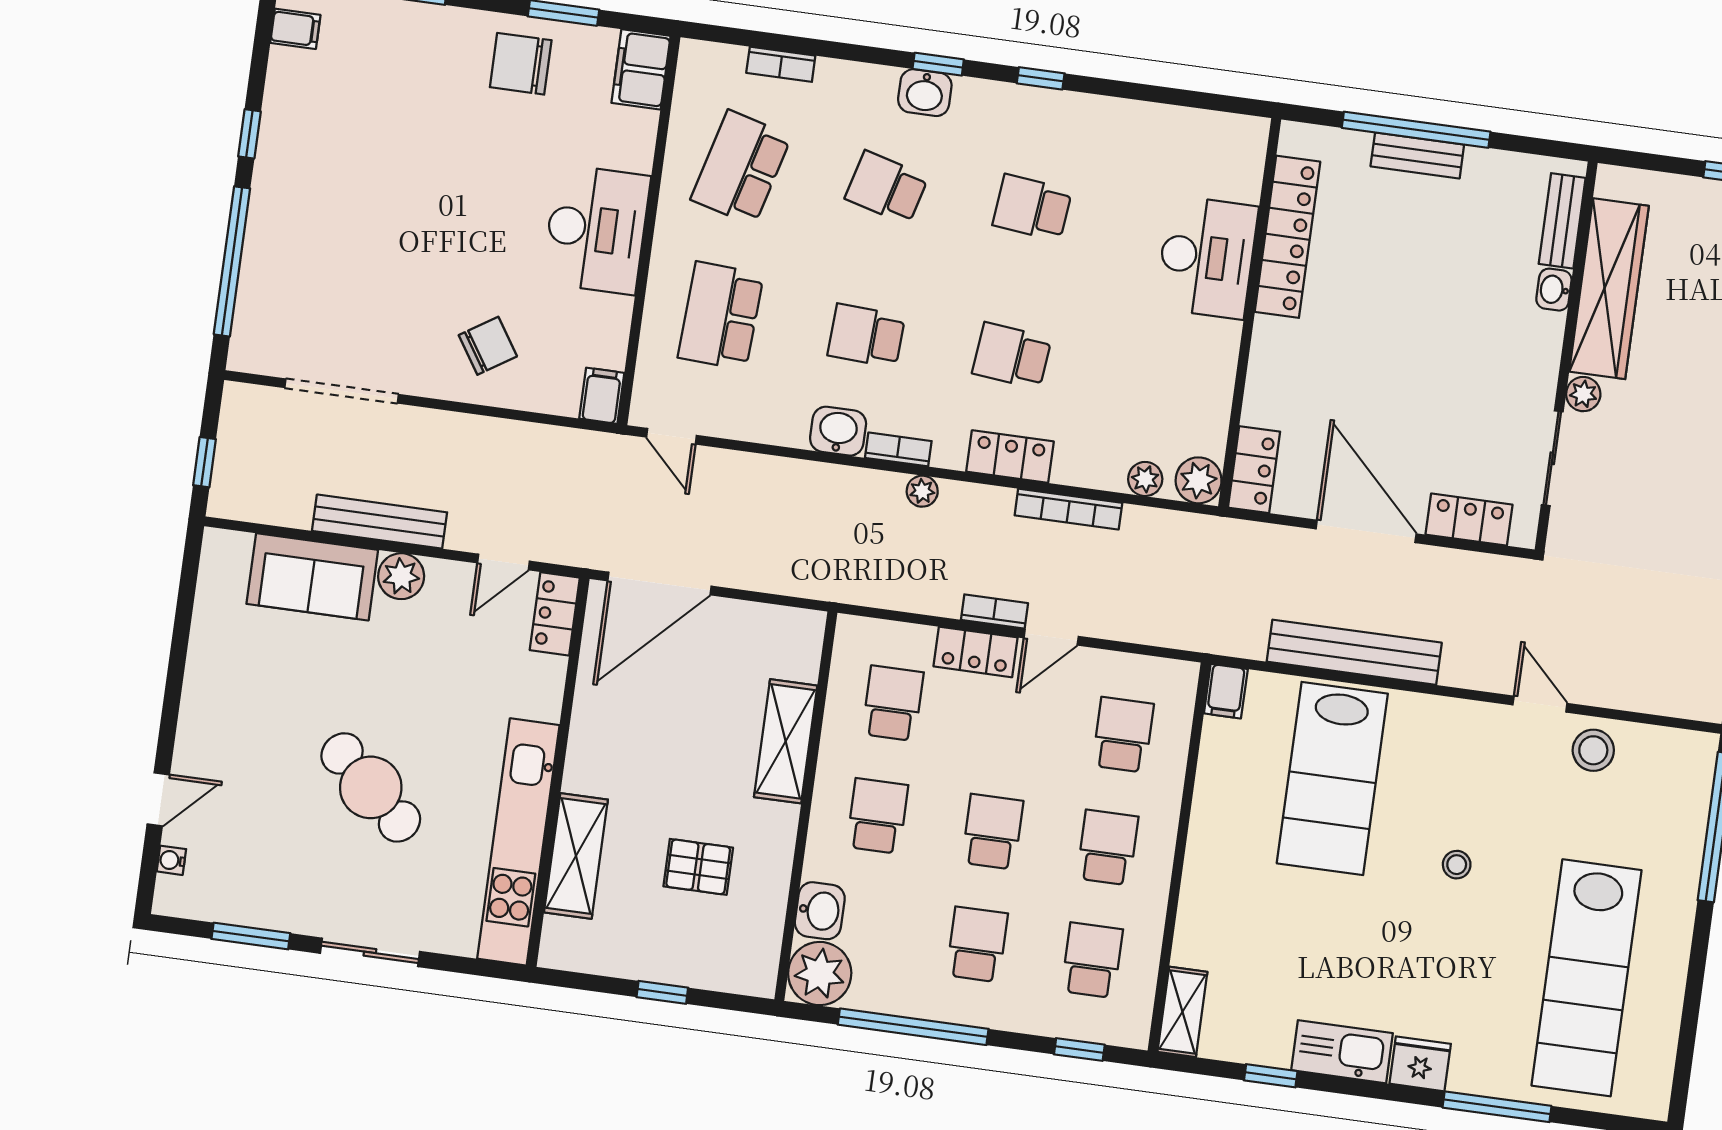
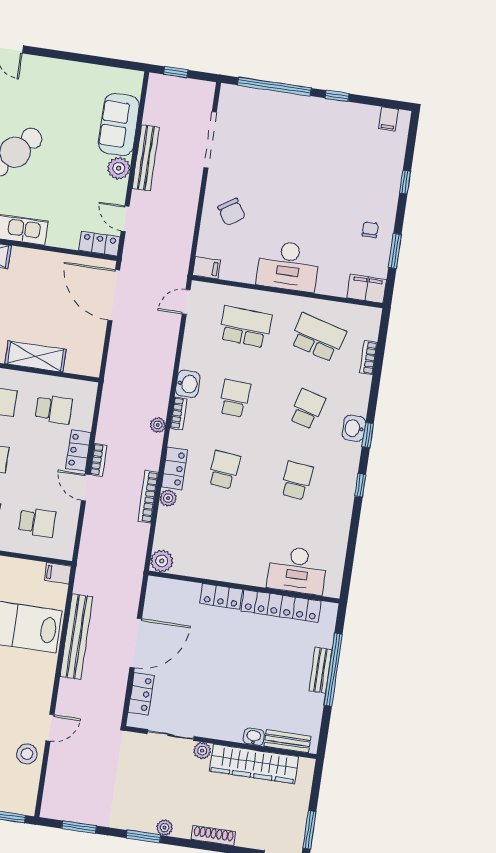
chair: (521, 64) -> (370, 230), width x0.54, depth x0.54
desk: (1207, 257) -> (297, 570), moved
locker: (1254, 470) -> (221, 596), moved
plant: (1145, 479) -> (168, 498), moved

